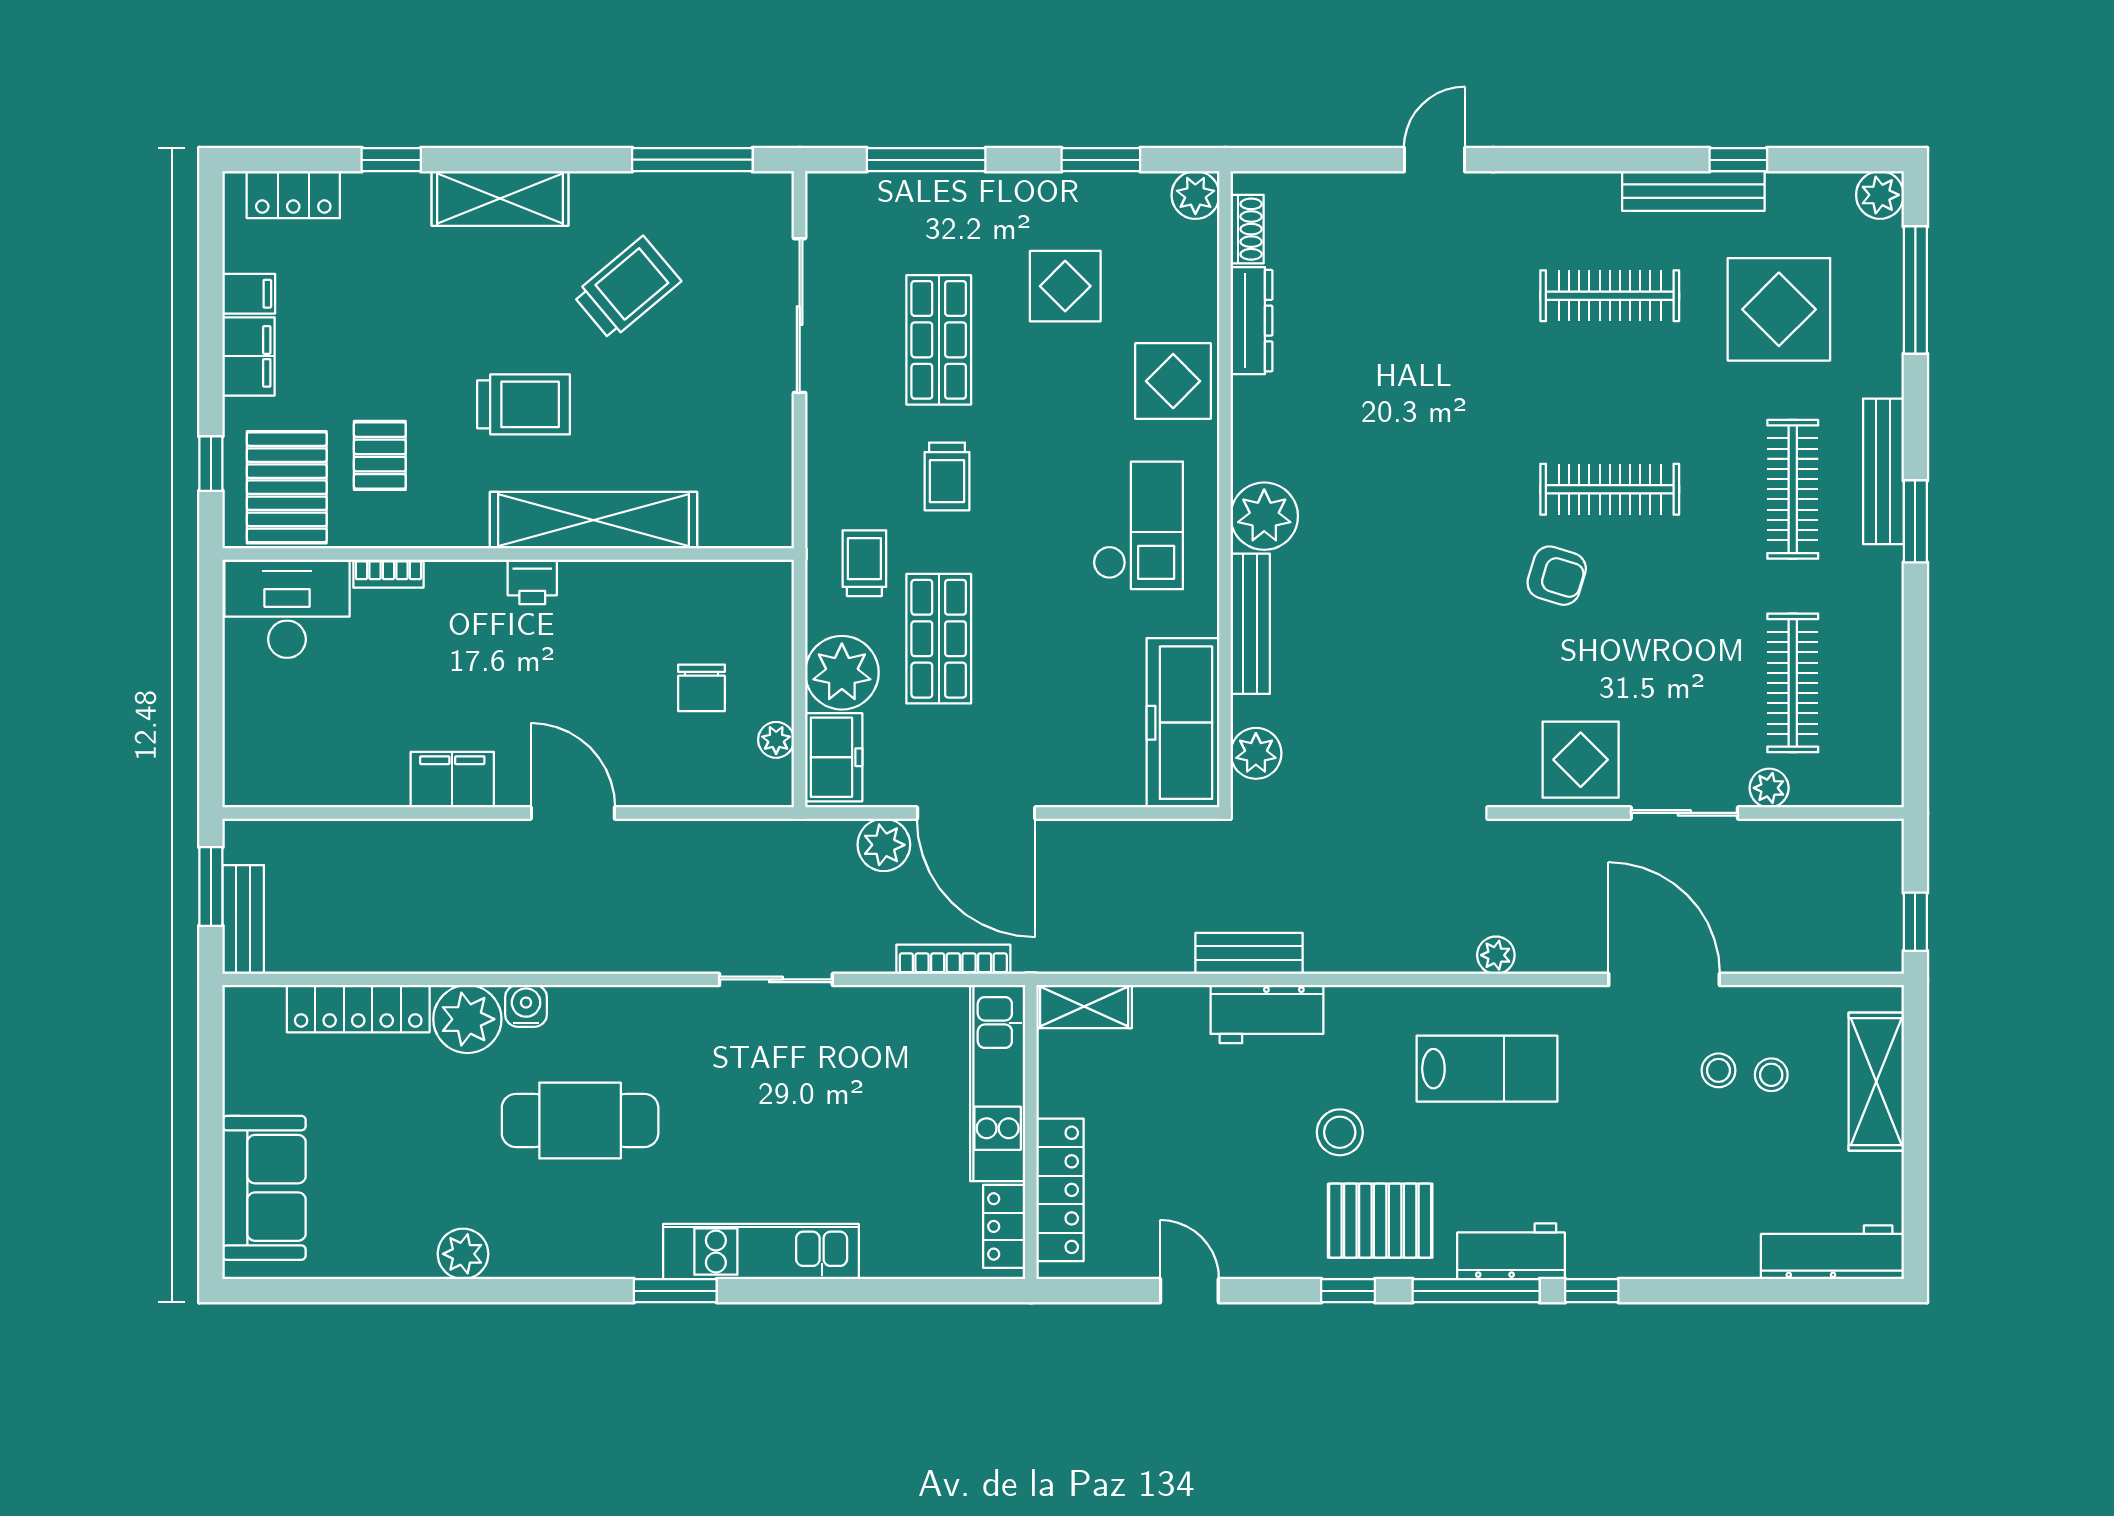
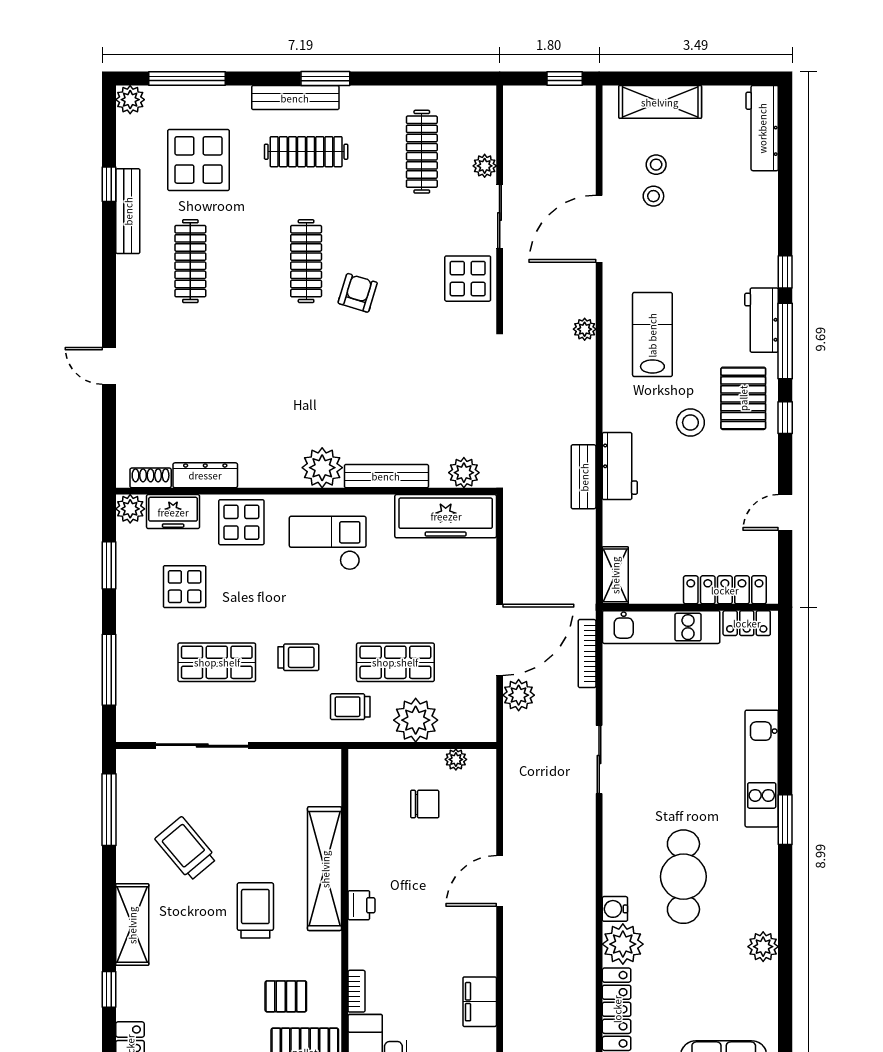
clothes rail: (1793, 683) -> (422, 152), turned 90
freezer: (834, 757) -> (173, 512), moved, turned 180
filing cabinet: (452, 780) -> (480, 1002), moved

